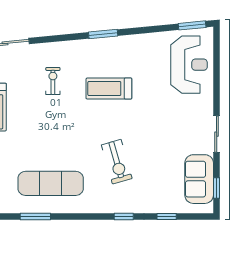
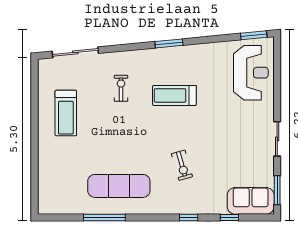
exercise bike: (117, 162) -> (182, 165), width x0.73, depth x0.72
sofa: (199, 179) -> (251, 201), moved, turned 90
window: (217, 188) -> (277, 190), width x1.50
window: (35, 217) -> (104, 217), width x1.44

